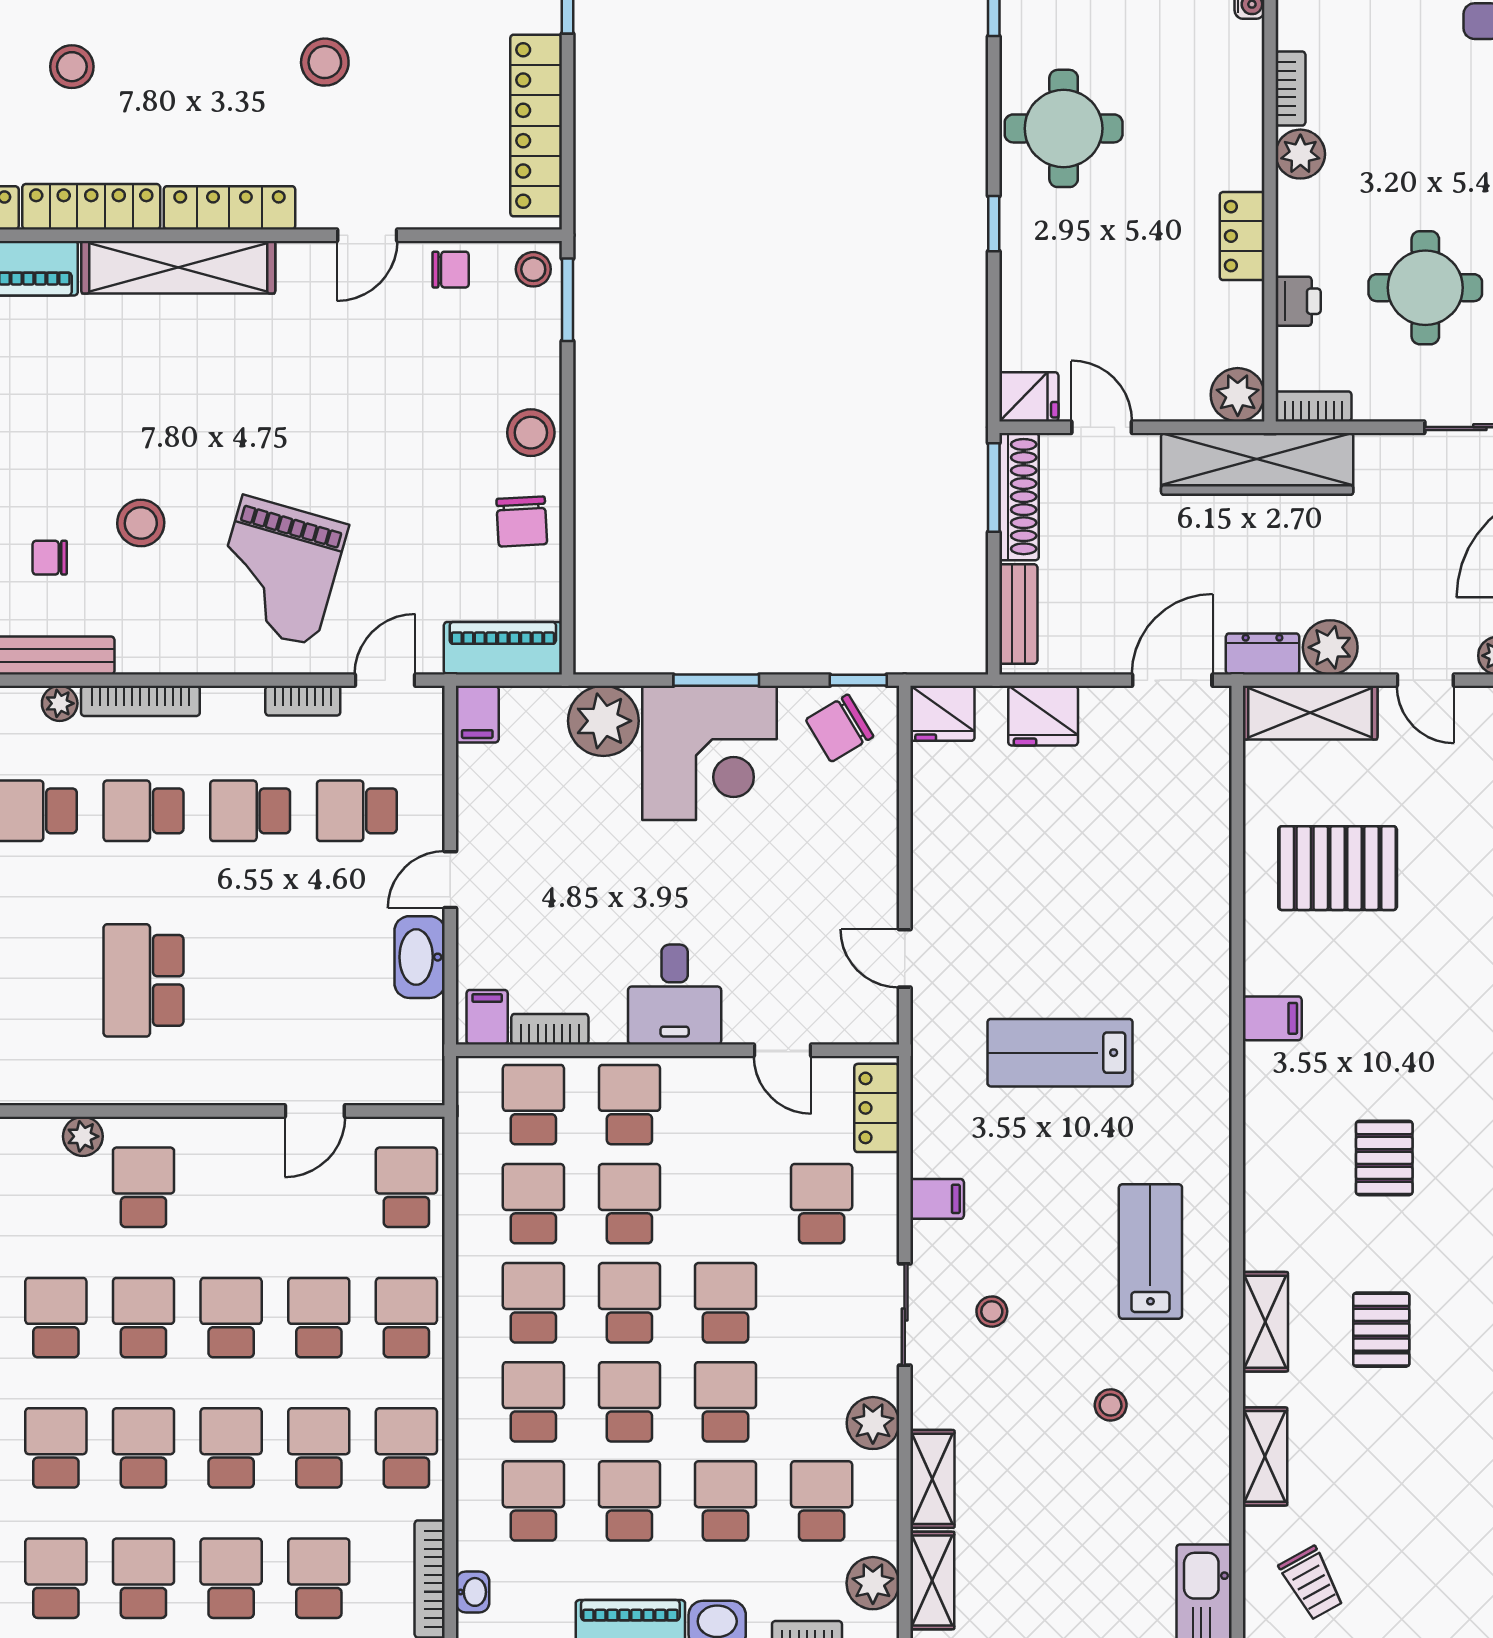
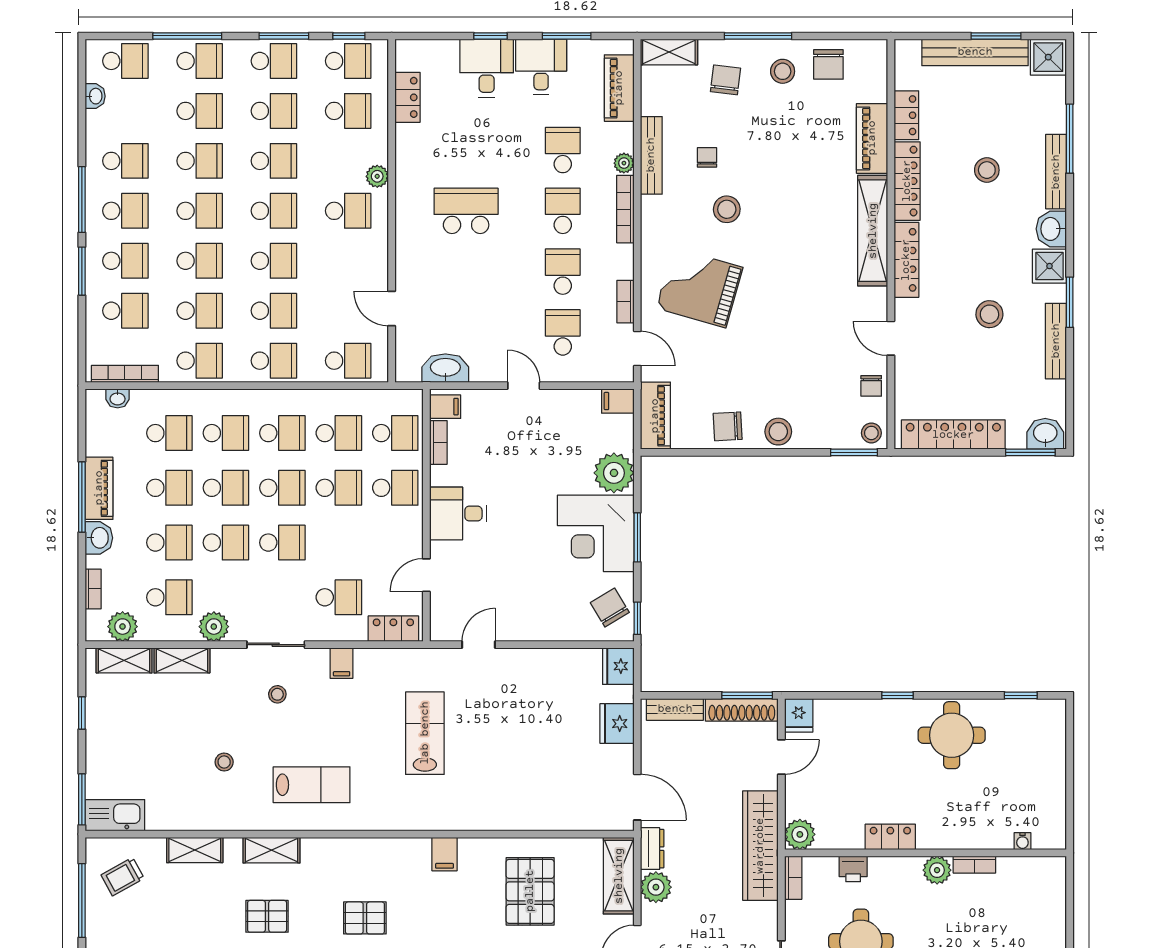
washbasin: (420, 957) -> (445, 368), moved

